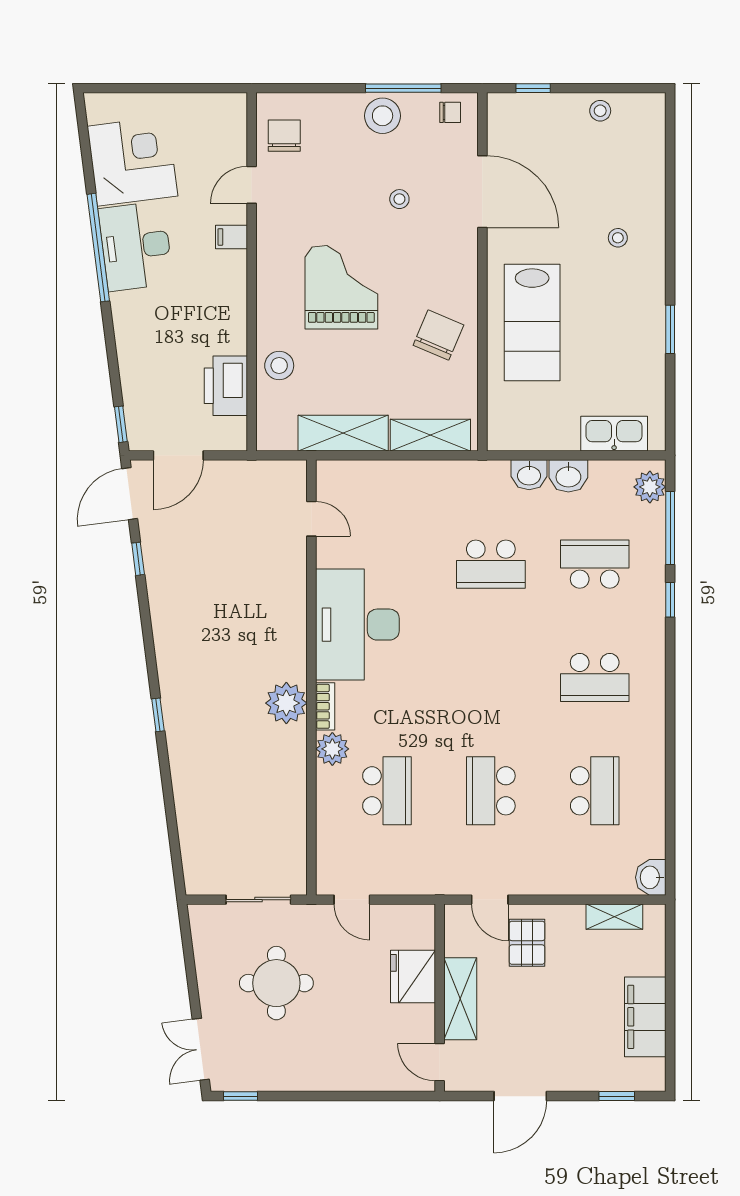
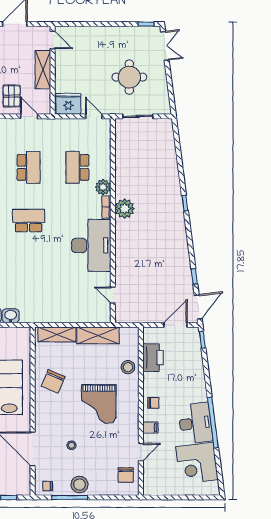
chair: (225, 290) -> (153, 403), added
school desk: (491, 564) -> (29, 221), moved
fridge: (413, 977) -> (68, 104), moved, turned -90

